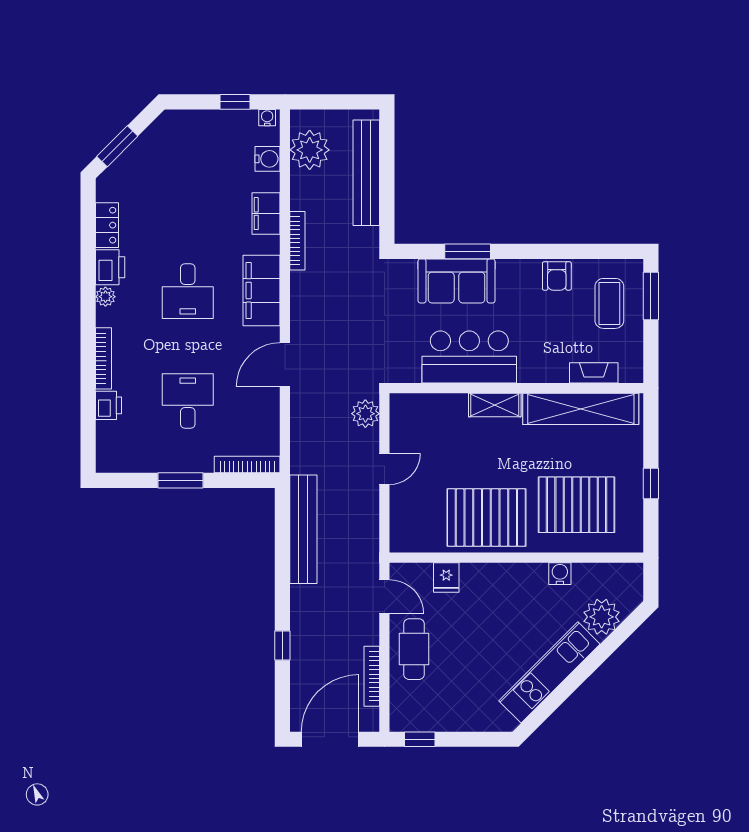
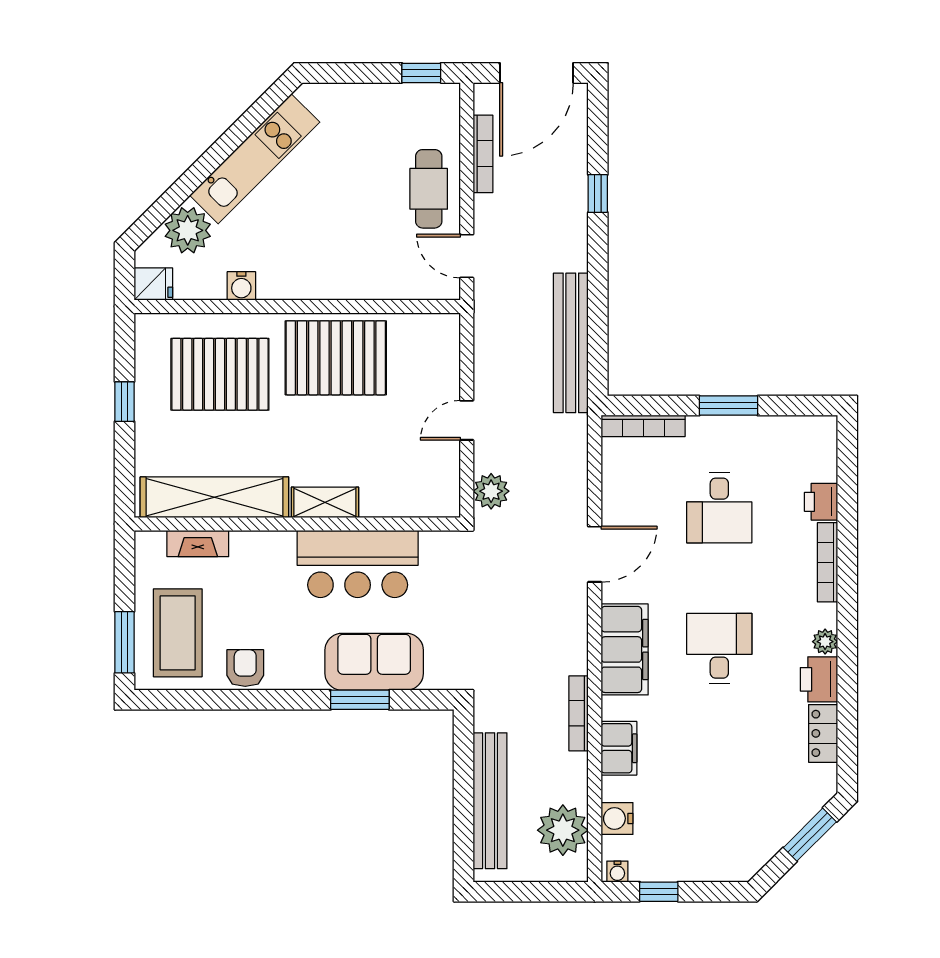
coffee table: (609, 303) -> (178, 633), width x1.36, depth x1.32
fridge: (446, 577) -> (153, 284), moved, turned 90

